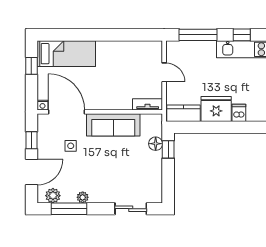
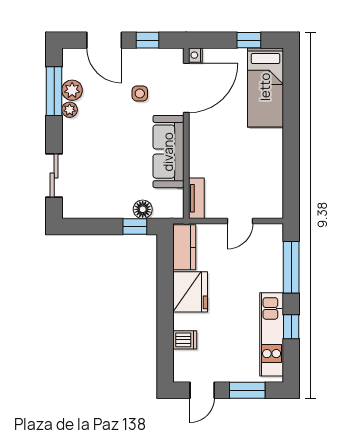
dishwasher: (239, 113) -> (185, 340), moved
plant: (53, 196) -> (72, 90), moved

